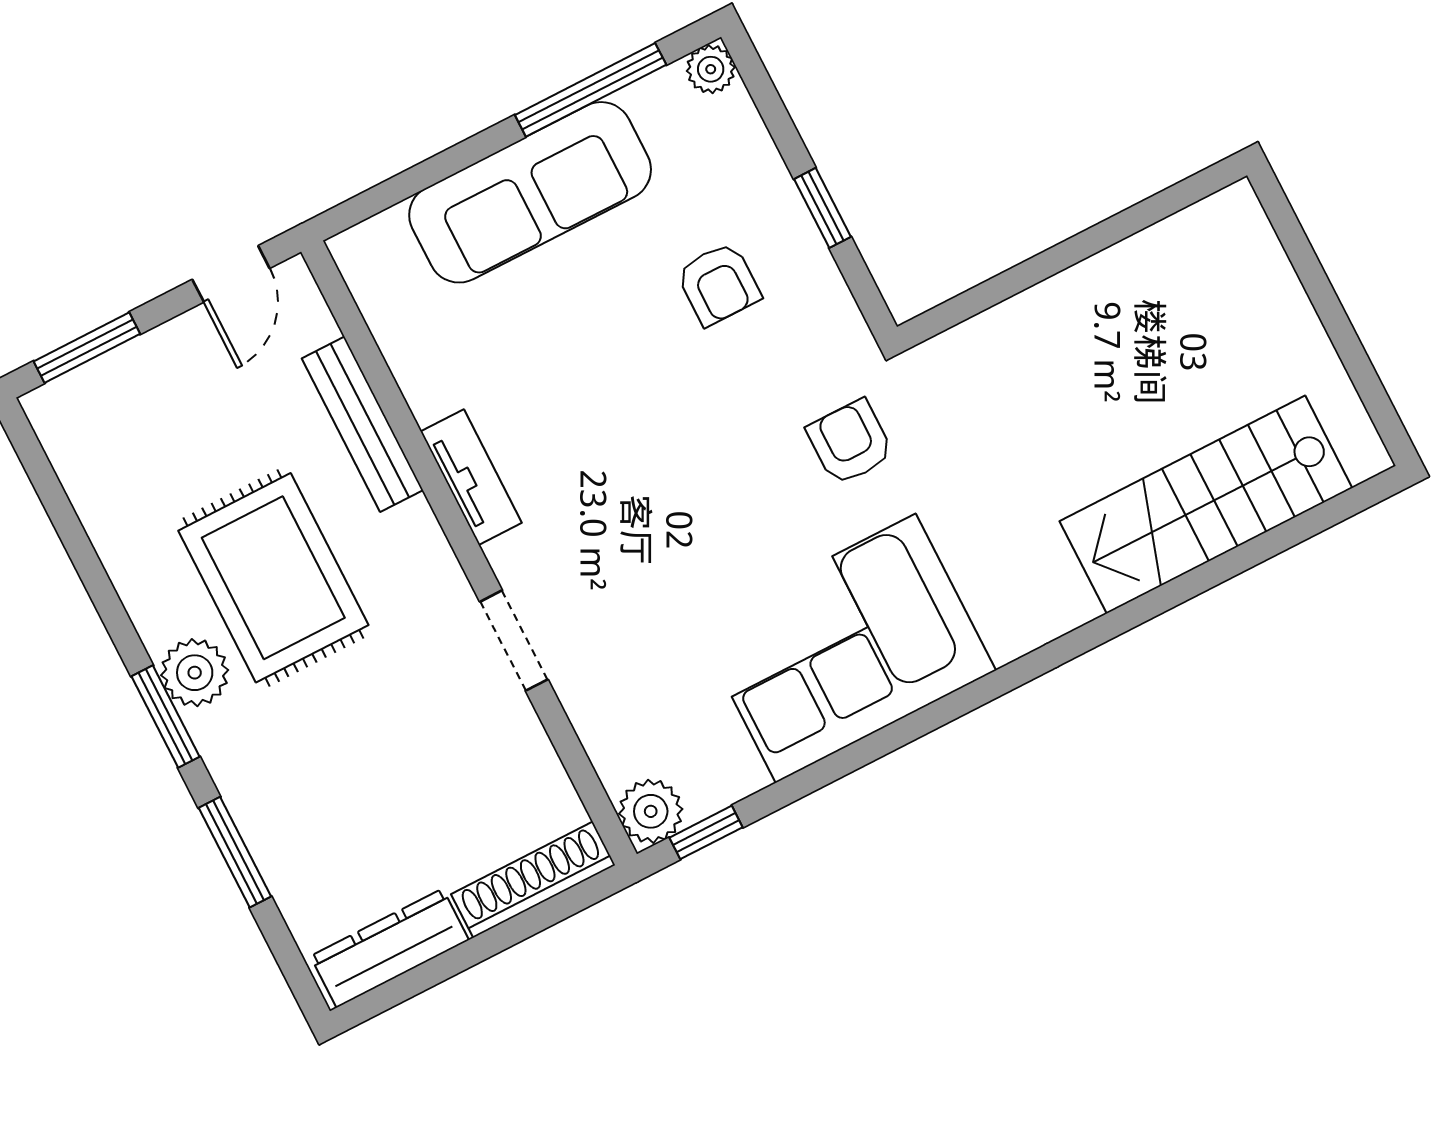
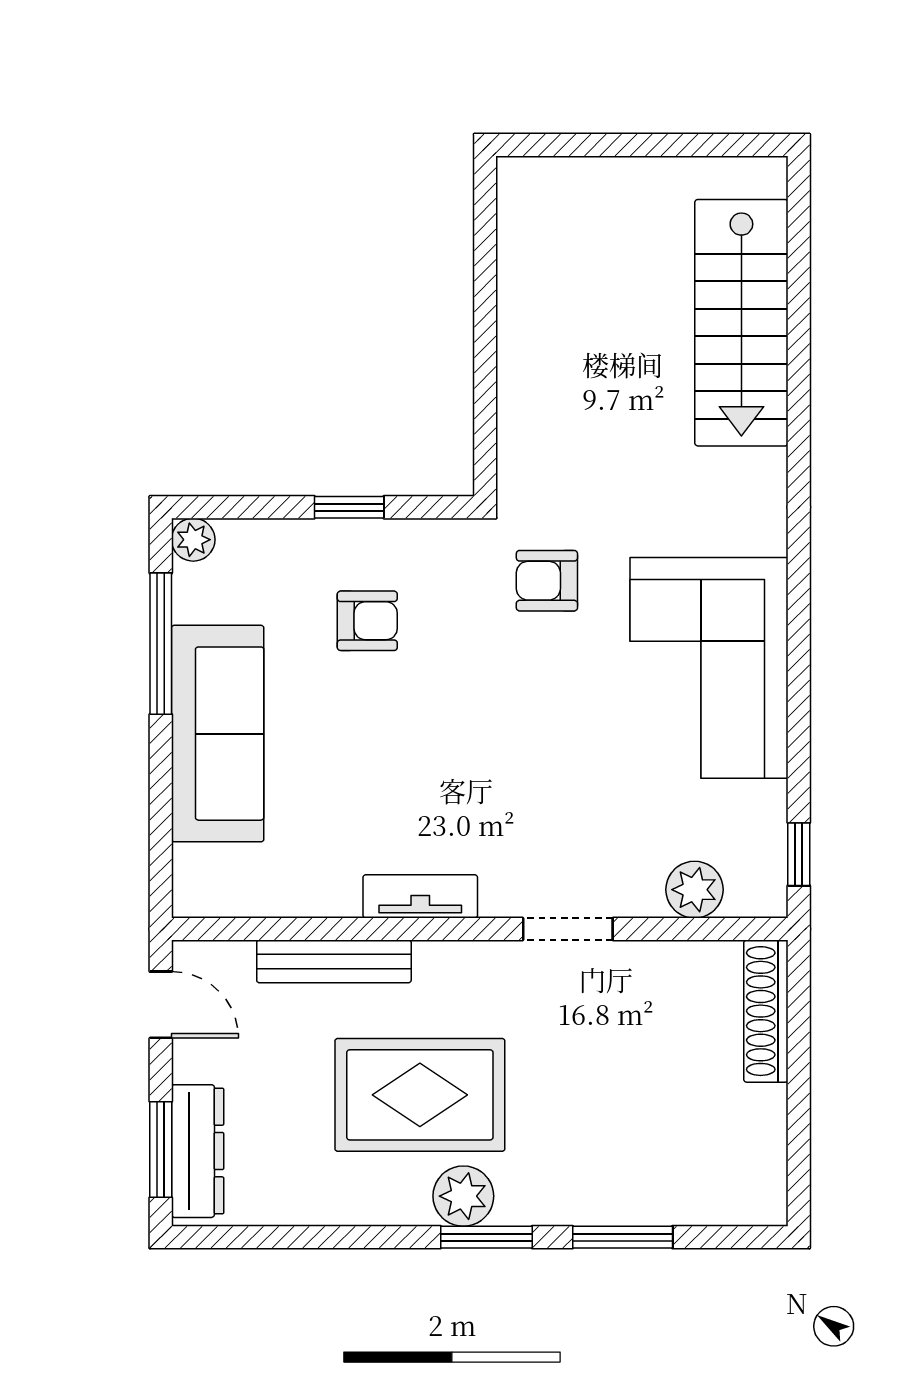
plant: (651, 811) -> (694, 890), moved
dresser: (390, 948) -> (198, 1151), moved, turned 180

